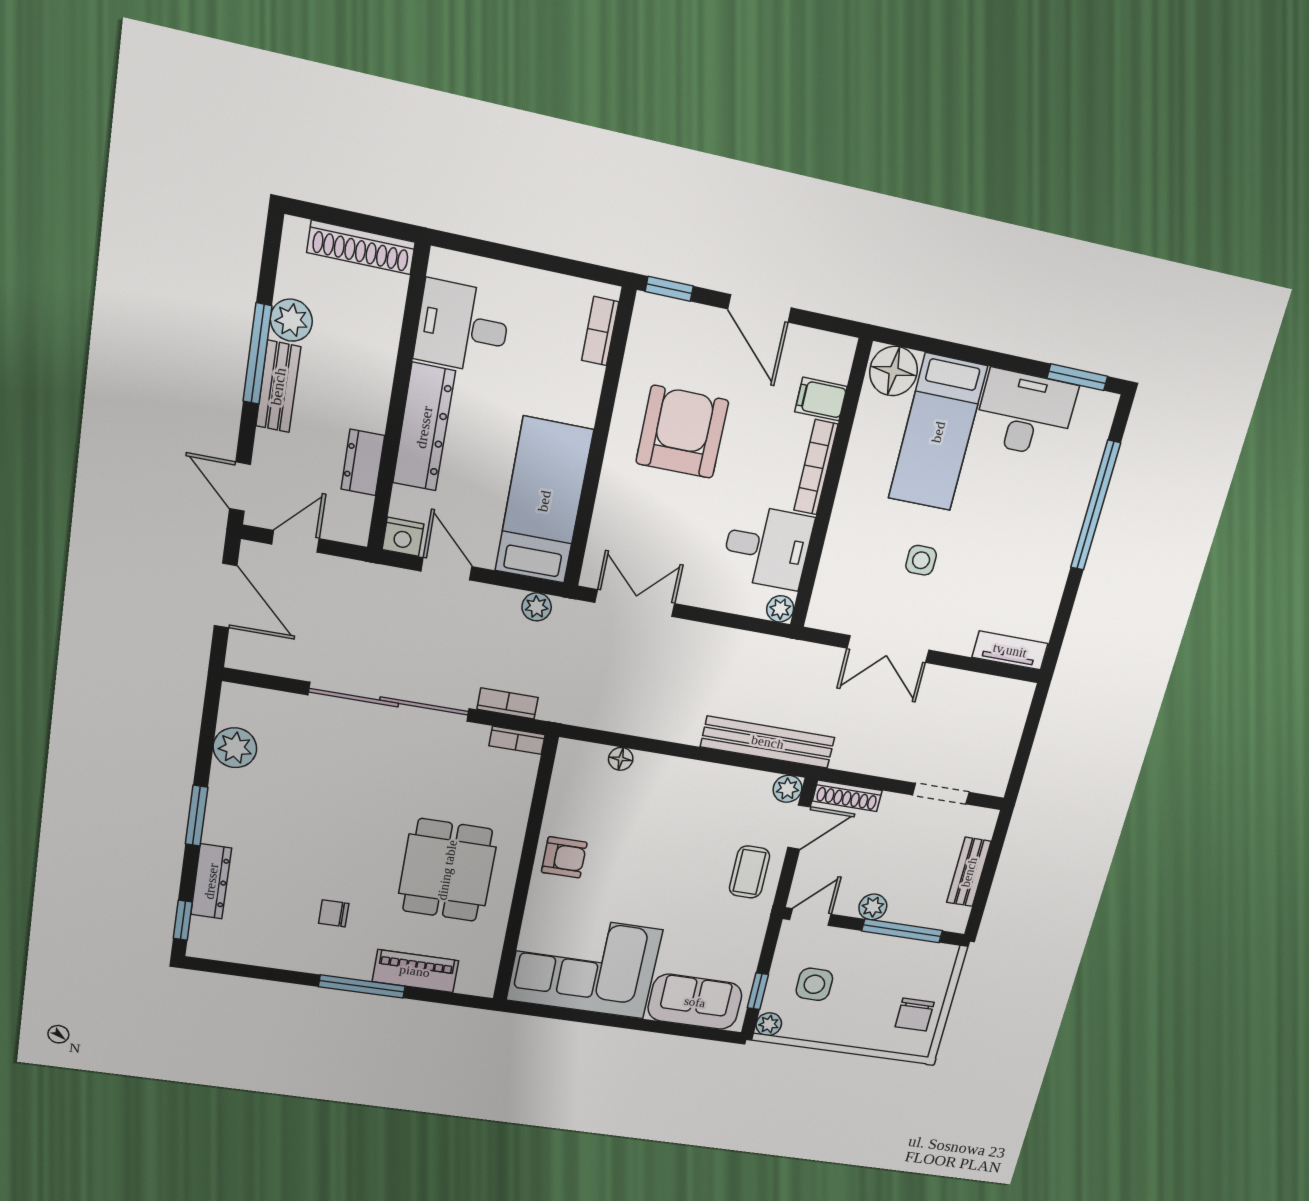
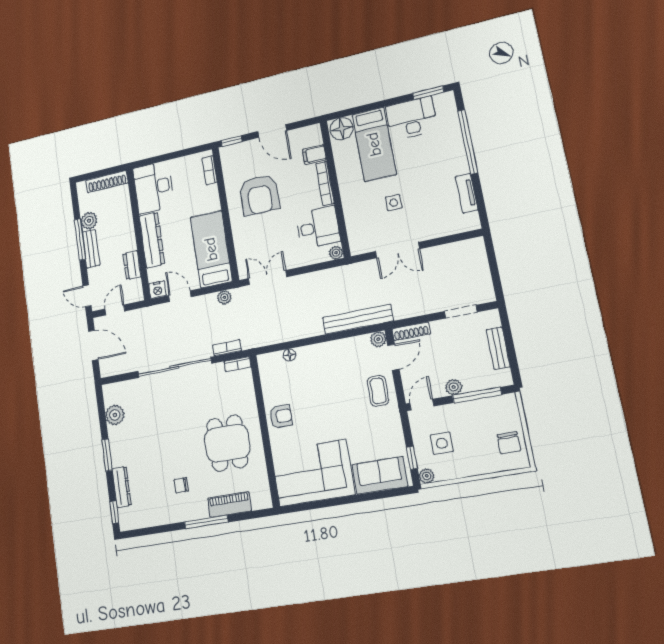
desk: (462, 327) -> (154, 187), width x1.37
armchair: (682, 432) -> (259, 195), turned 180
tv unit: (1010, 650) -> (467, 193), moved, turned -90

